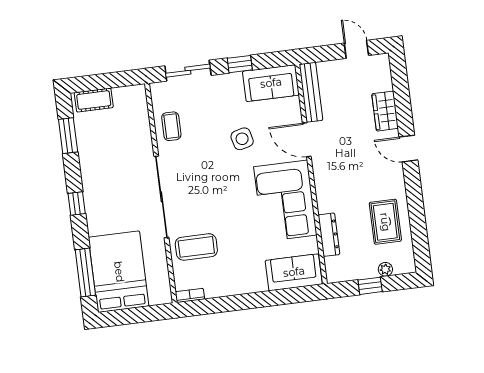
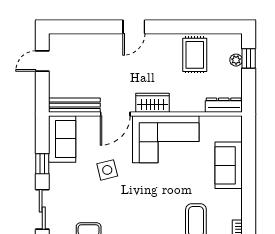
wardrobe: (385, 111) -> (153, 103), moved, turned 180
rug: (385, 222) -> (195, 55), turned 90
dresser: (329, 235) -> (224, 105), moved
sofa: (294, 272) -> (229, 165), moved
window: (370, 286) -> (249, 58), moved

